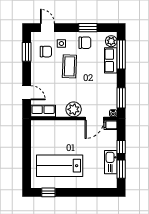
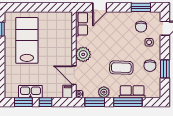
plant: (111, 41) -> (104, 92), moved
window: (121, 54) -> (128, 102), moved
coffee table: (69, 66) -> (121, 68), moved

